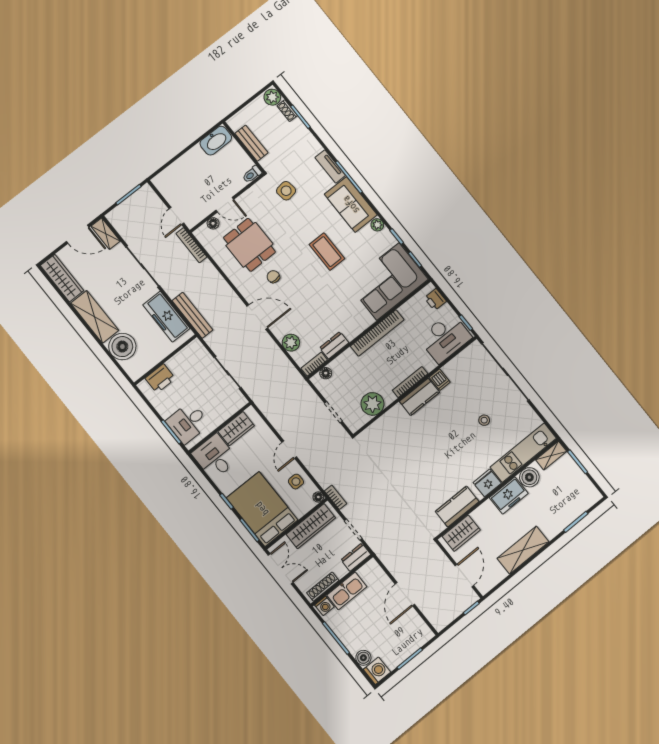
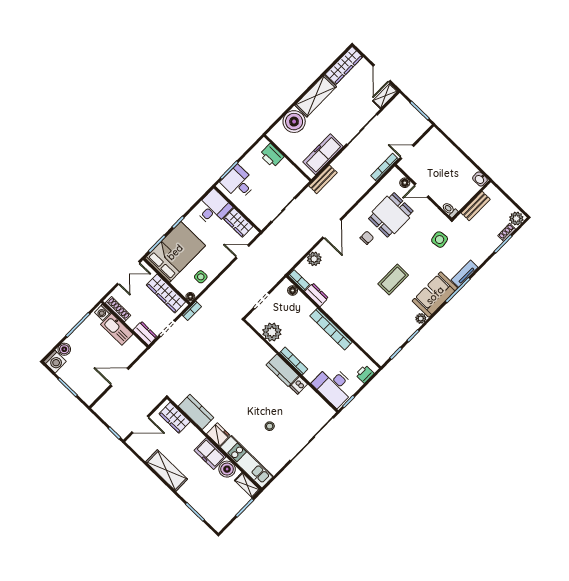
washbasin: (216, 141) -> (480, 179), width x0.52, depth x0.69
door: (225, 205) -> (421, 190), hinge flipped
corner sofa: (388, 281) -> (375, 333), removed
bench: (193, 315) -> (323, 179), width x0.73
door: (289, 450) -> (242, 252), moved

